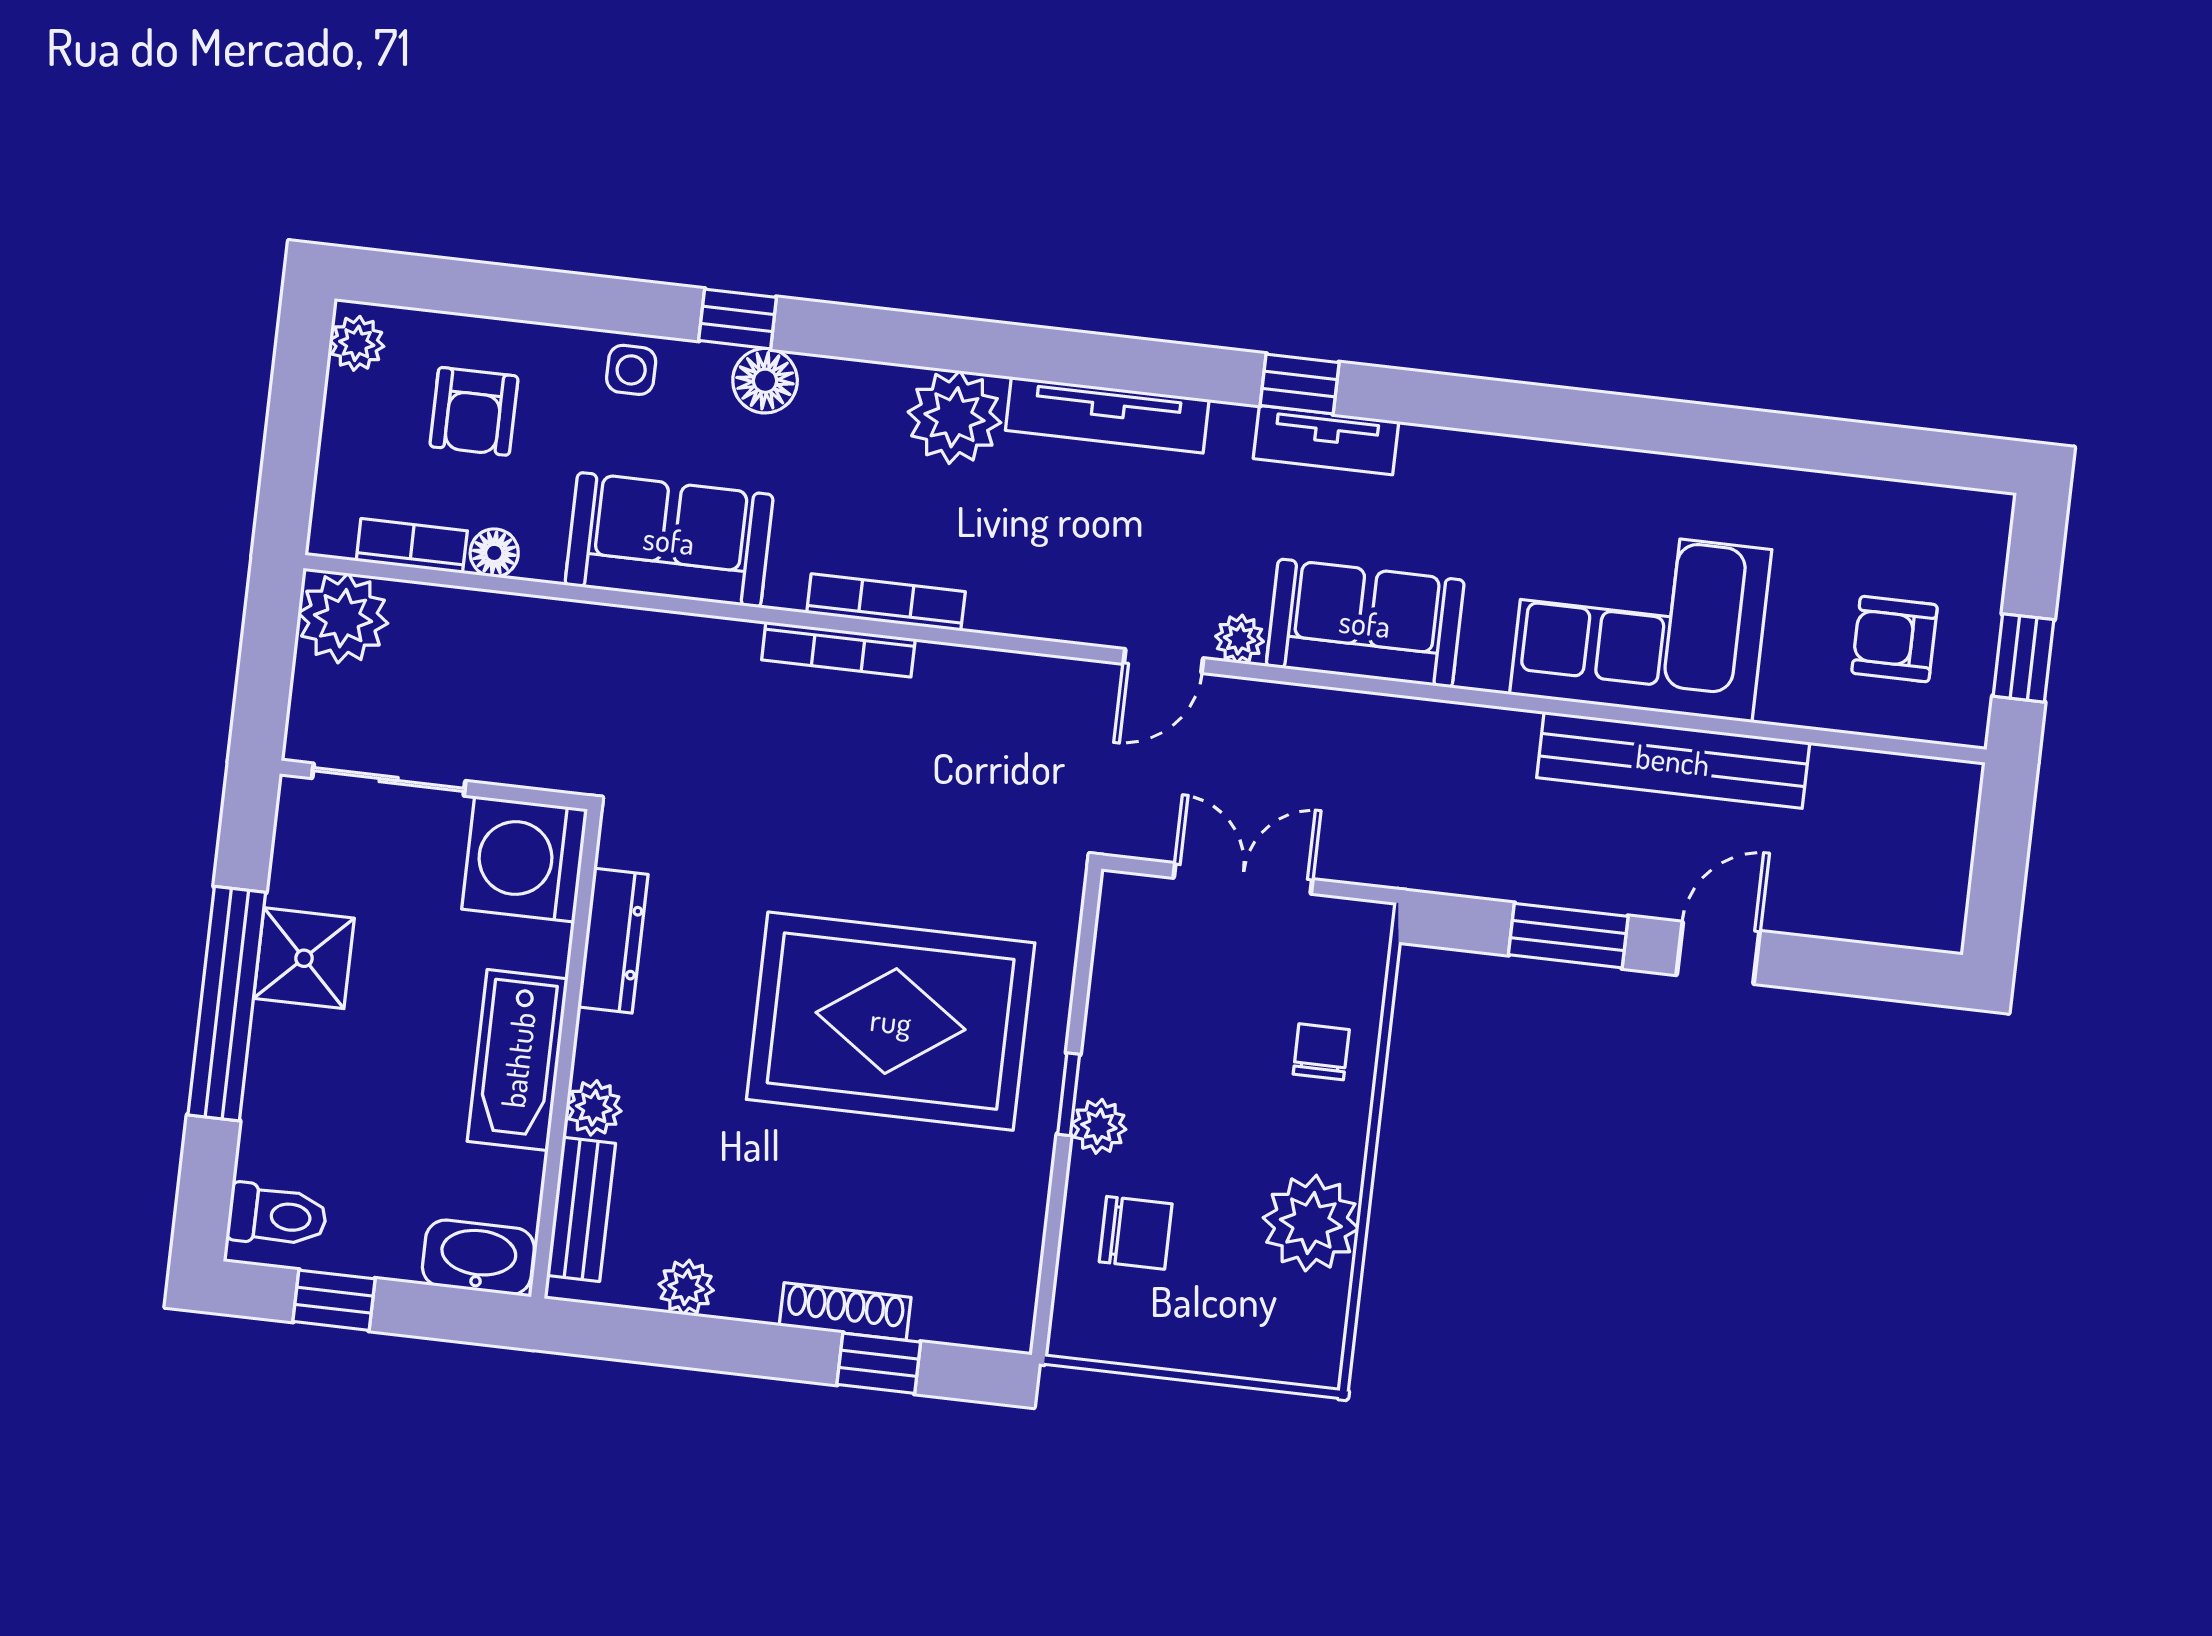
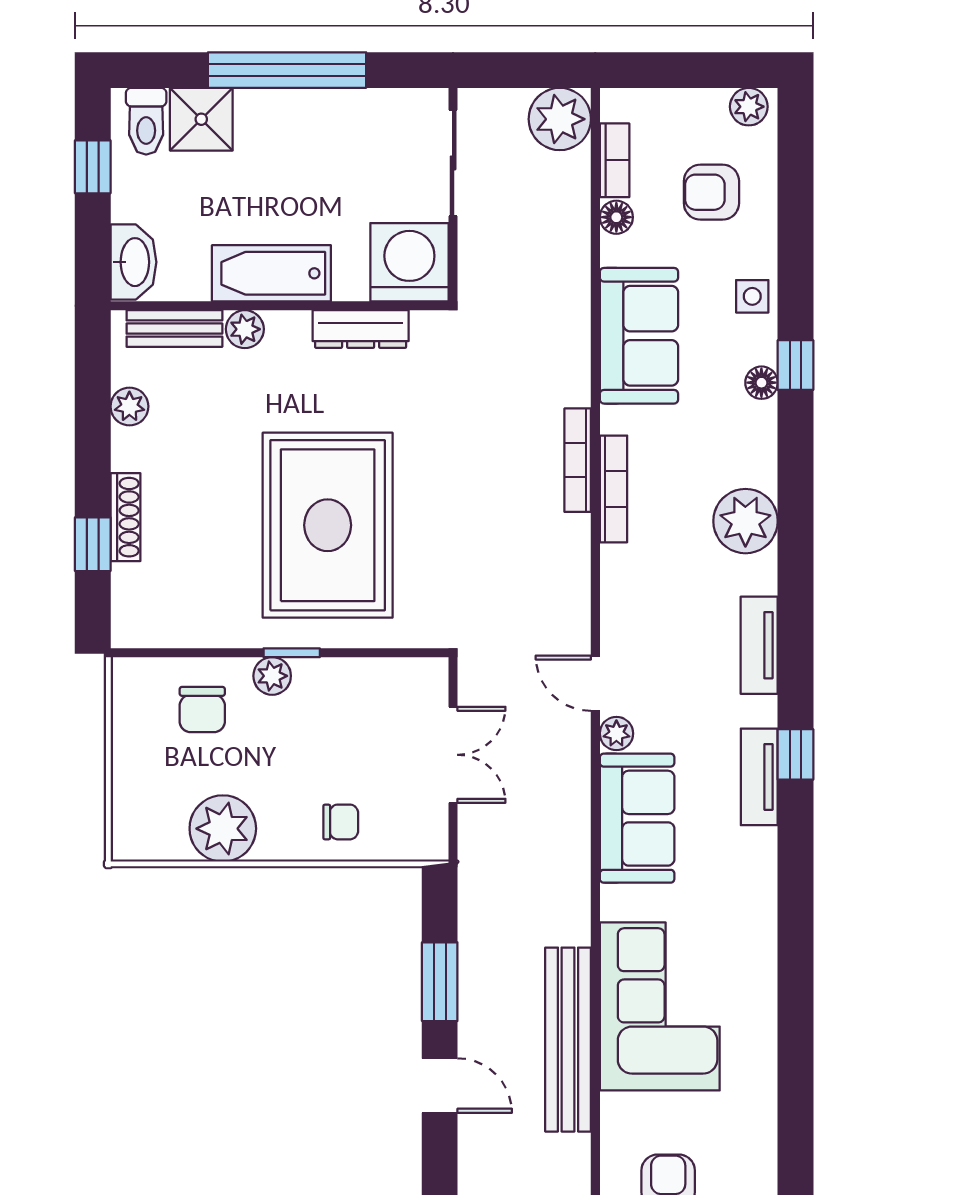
floor lamp: (765, 381) -> (761, 383), width x0.73, depth x0.73
tv unit: (1107, 415) -> (759, 645), width x0.71
shower: (304, 958) -> (201, 119), moved

